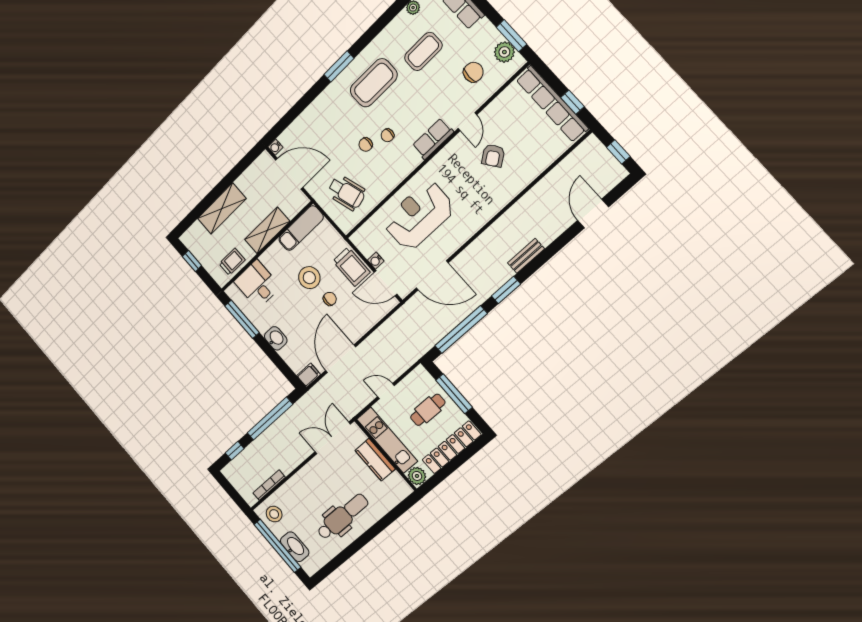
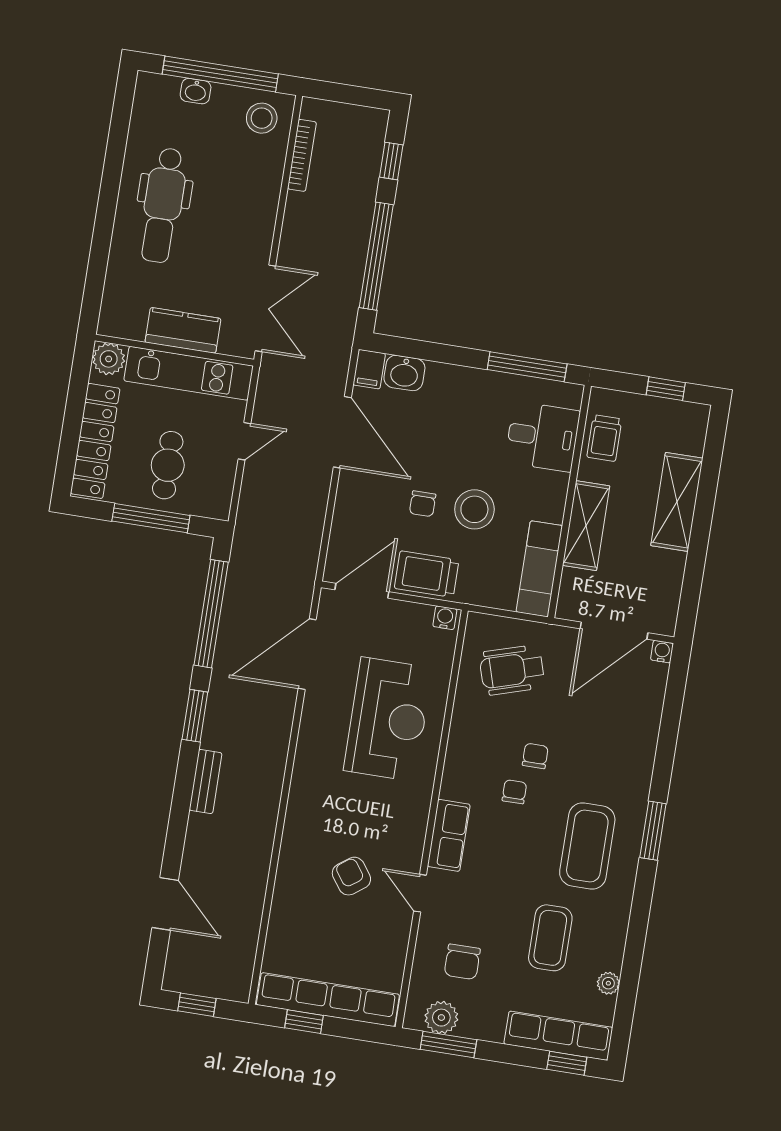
water cooler: (376, 261) -> (445, 618), moved
washbasin: (276, 338) -> (404, 373), moved
washbasin: (295, 547) -> (196, 91), width x0.52, depth x0.69

